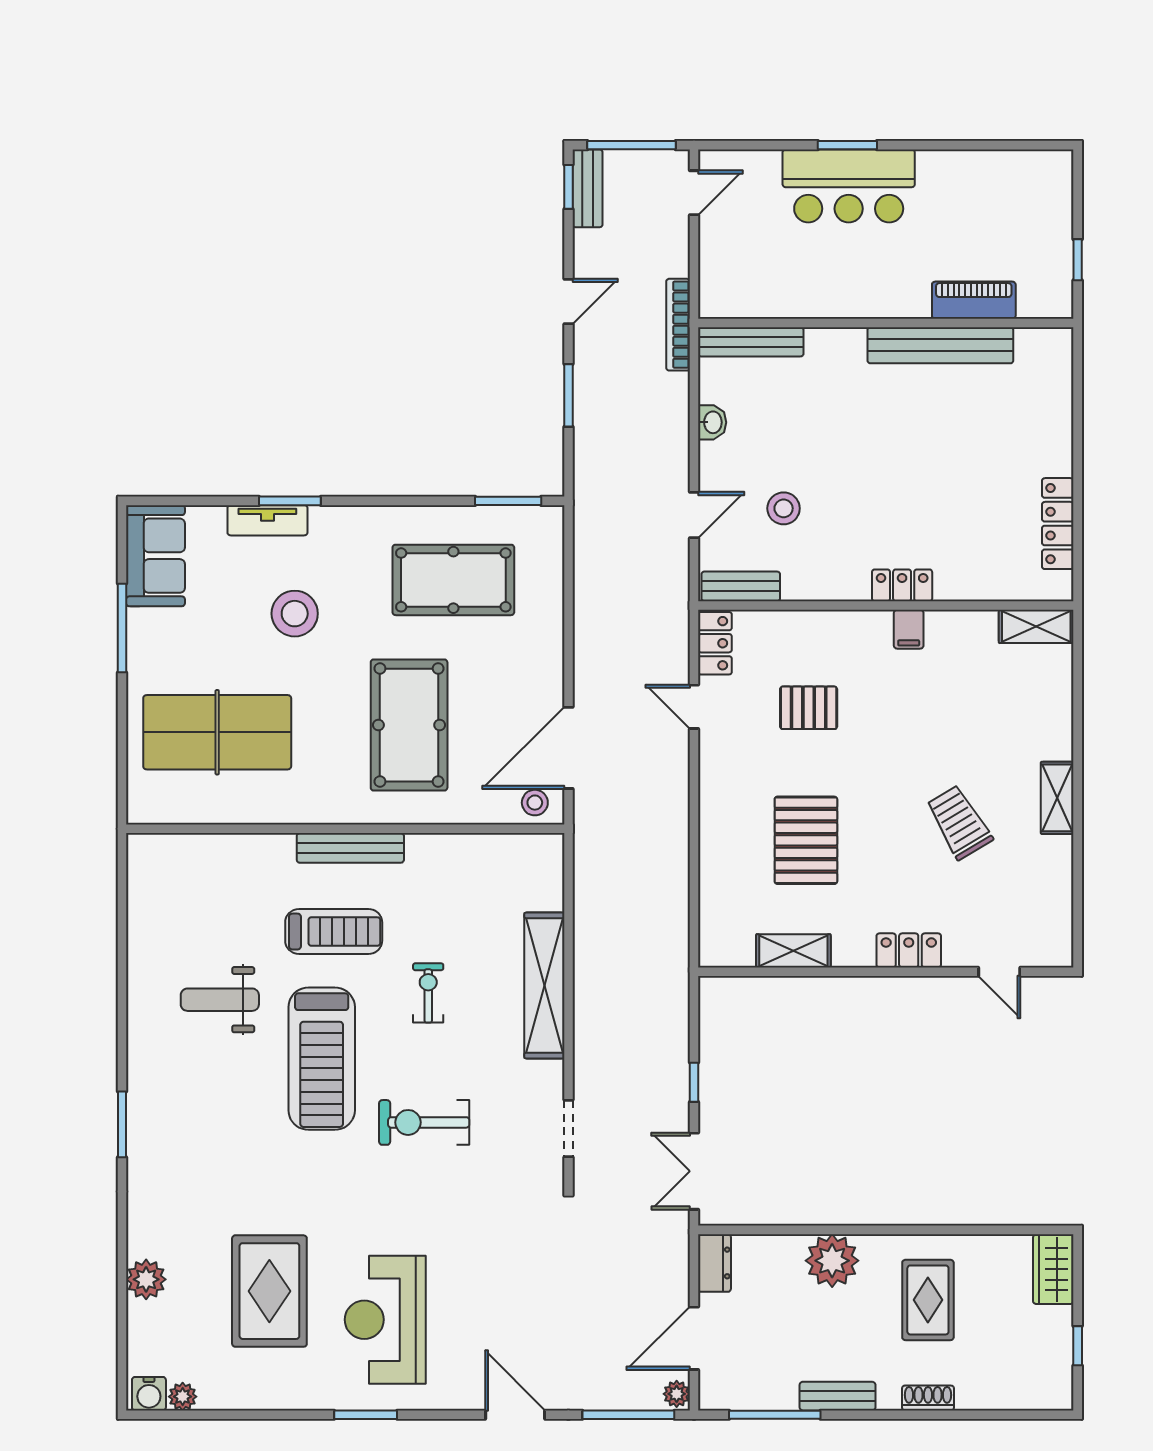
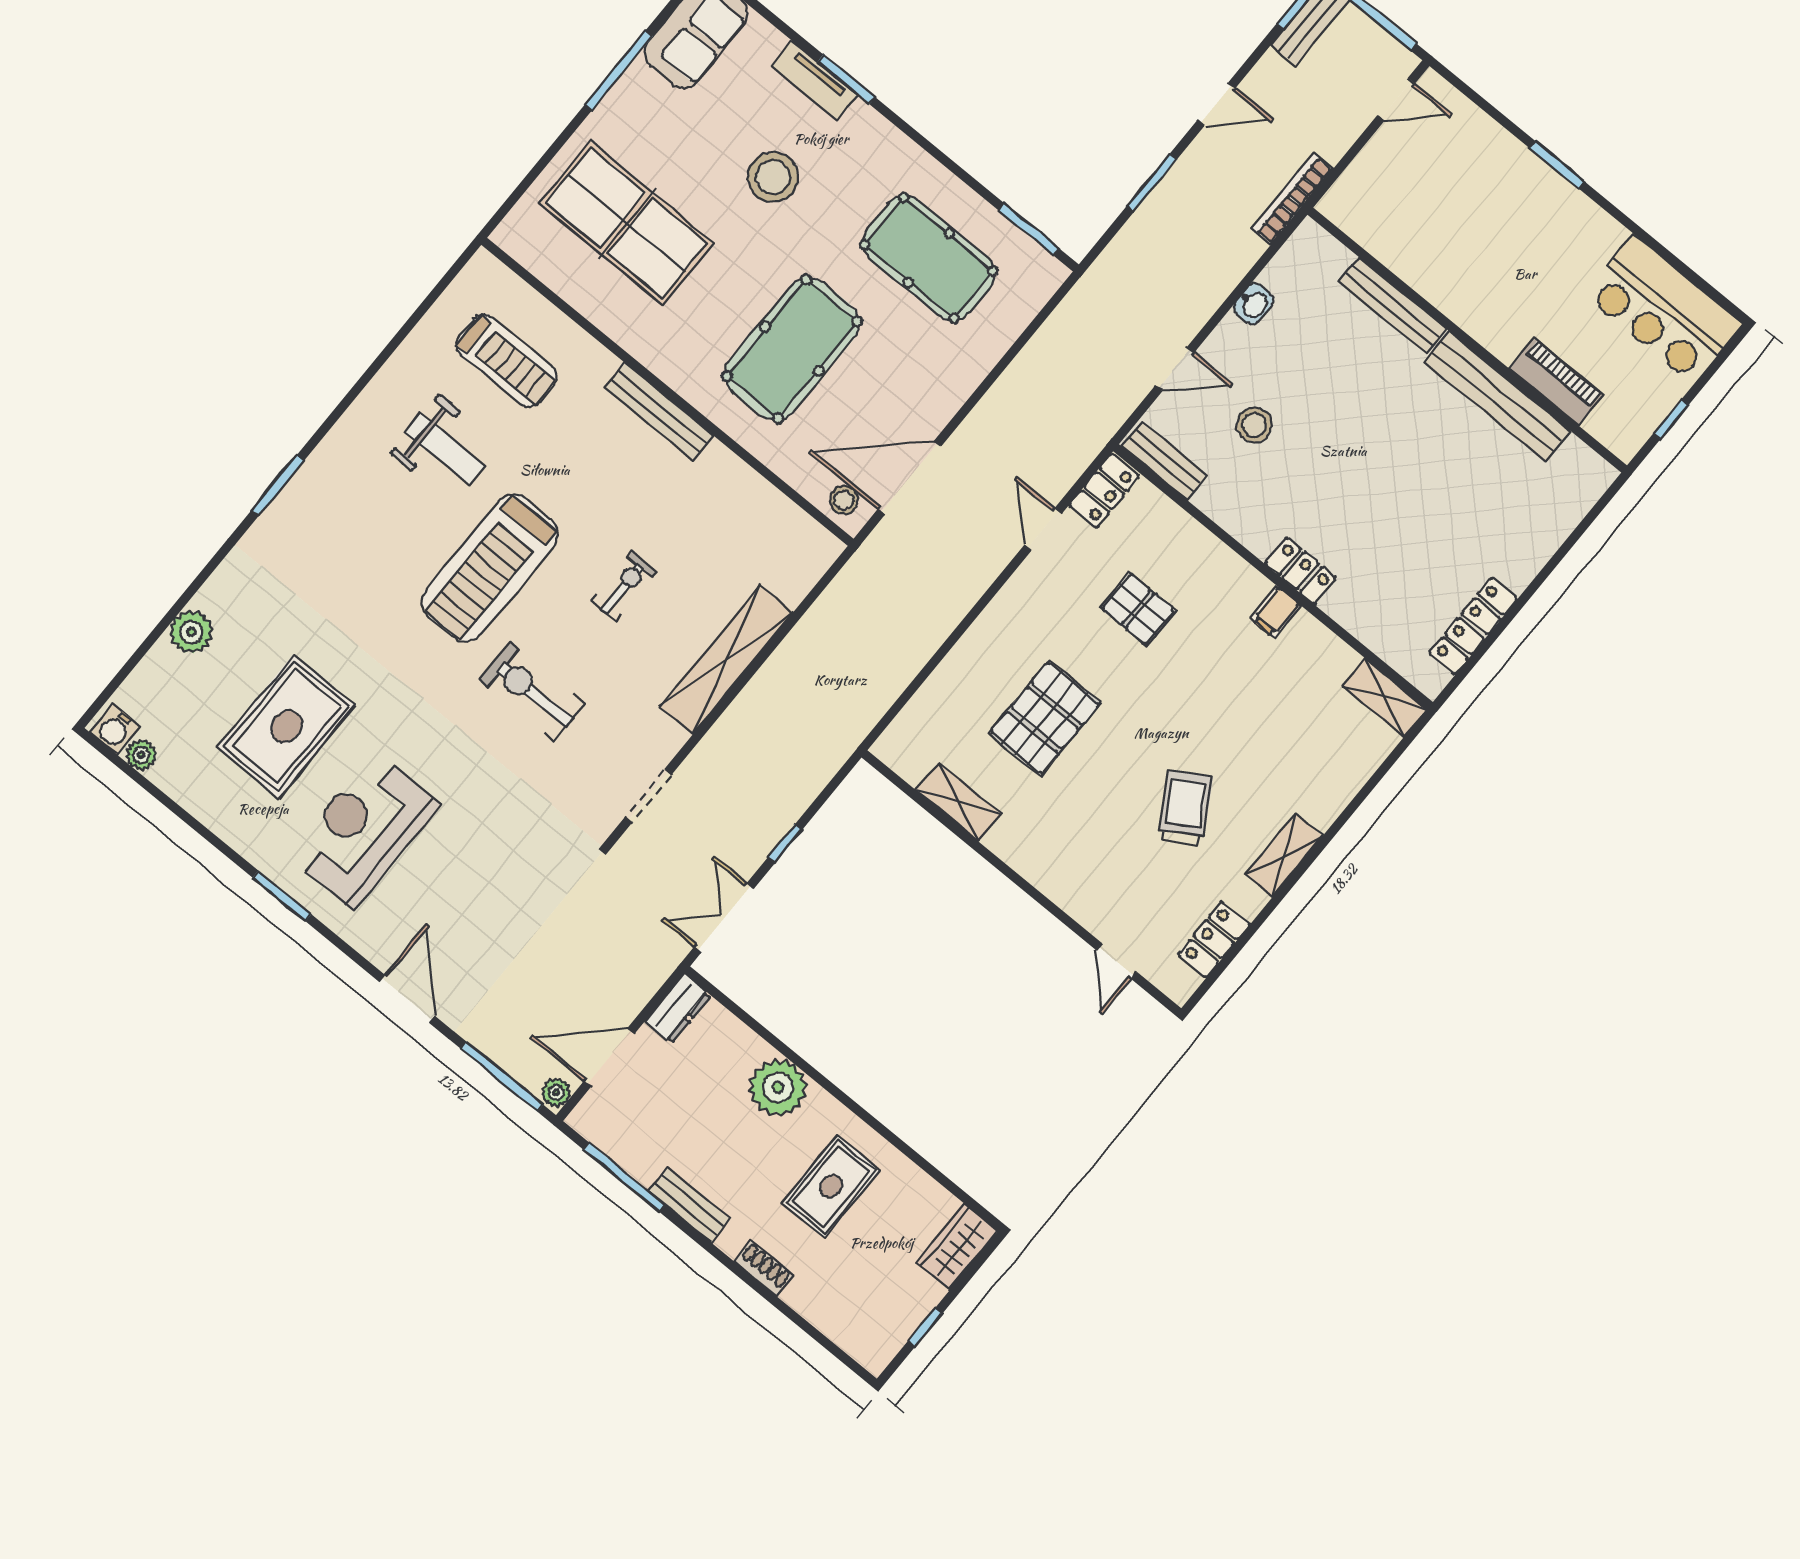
bar counter: (849, 186) -> (1663, 309), moved
bench: (751, 342) -> (1392, 305), moved
treadmill: (334, 932) -> (506, 361), moved
locker: (909, 950) -> (1214, 939), moved, turned -90
weight bench: (220, 1000) -> (445, 449), turned 180

